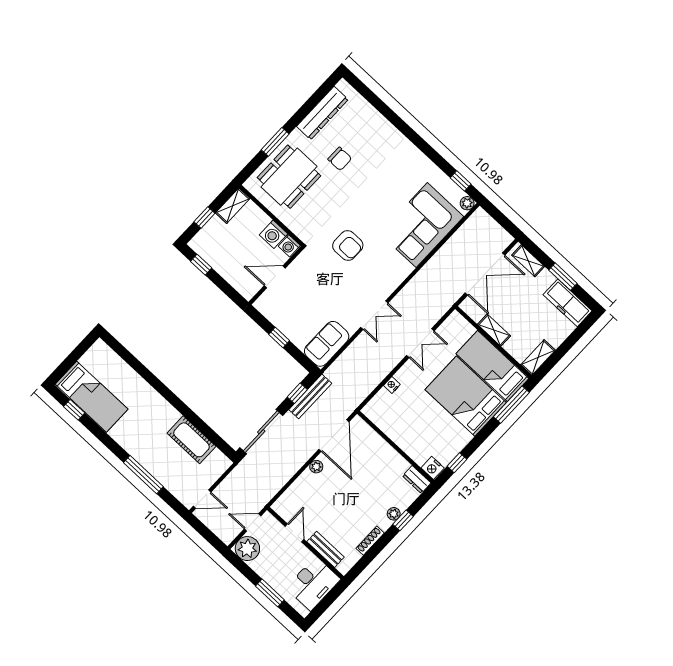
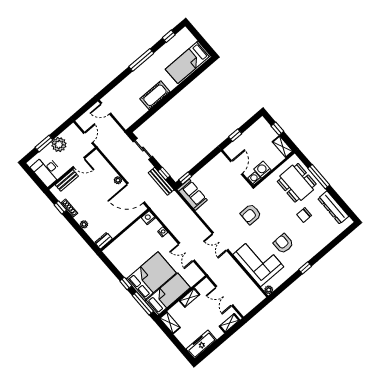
window: (275, 142) -> (319, 177), width x1.44
window: (461, 181) -> (305, 268), moved
armchair: (390, 188) -> (283, 244), added
window: (201, 265) -> (235, 135), moved
double door: (485, 274) -> (224, 296), width x0.73
window: (563, 277) -> (217, 343), removed
double door: (374, 315) -> (220, 242), moved
window: (279, 338) -> (185, 178), moved
bed: (92, 397) -> (188, 62), moved
sliding door: (261, 432) -> (143, 149), width x0.73
cot: (191, 440) -> (155, 95), moved
window: (457, 463) -> (126, 284), moved
nightstand: (433, 468) -> (148, 218), moved
window: (143, 475) -> (141, 60), moved
door: (202, 499) -> (106, 108), hinge flipped
window: (403, 520) -> (60, 208), moved
plant: (247, 549) -> (59, 145), moved

